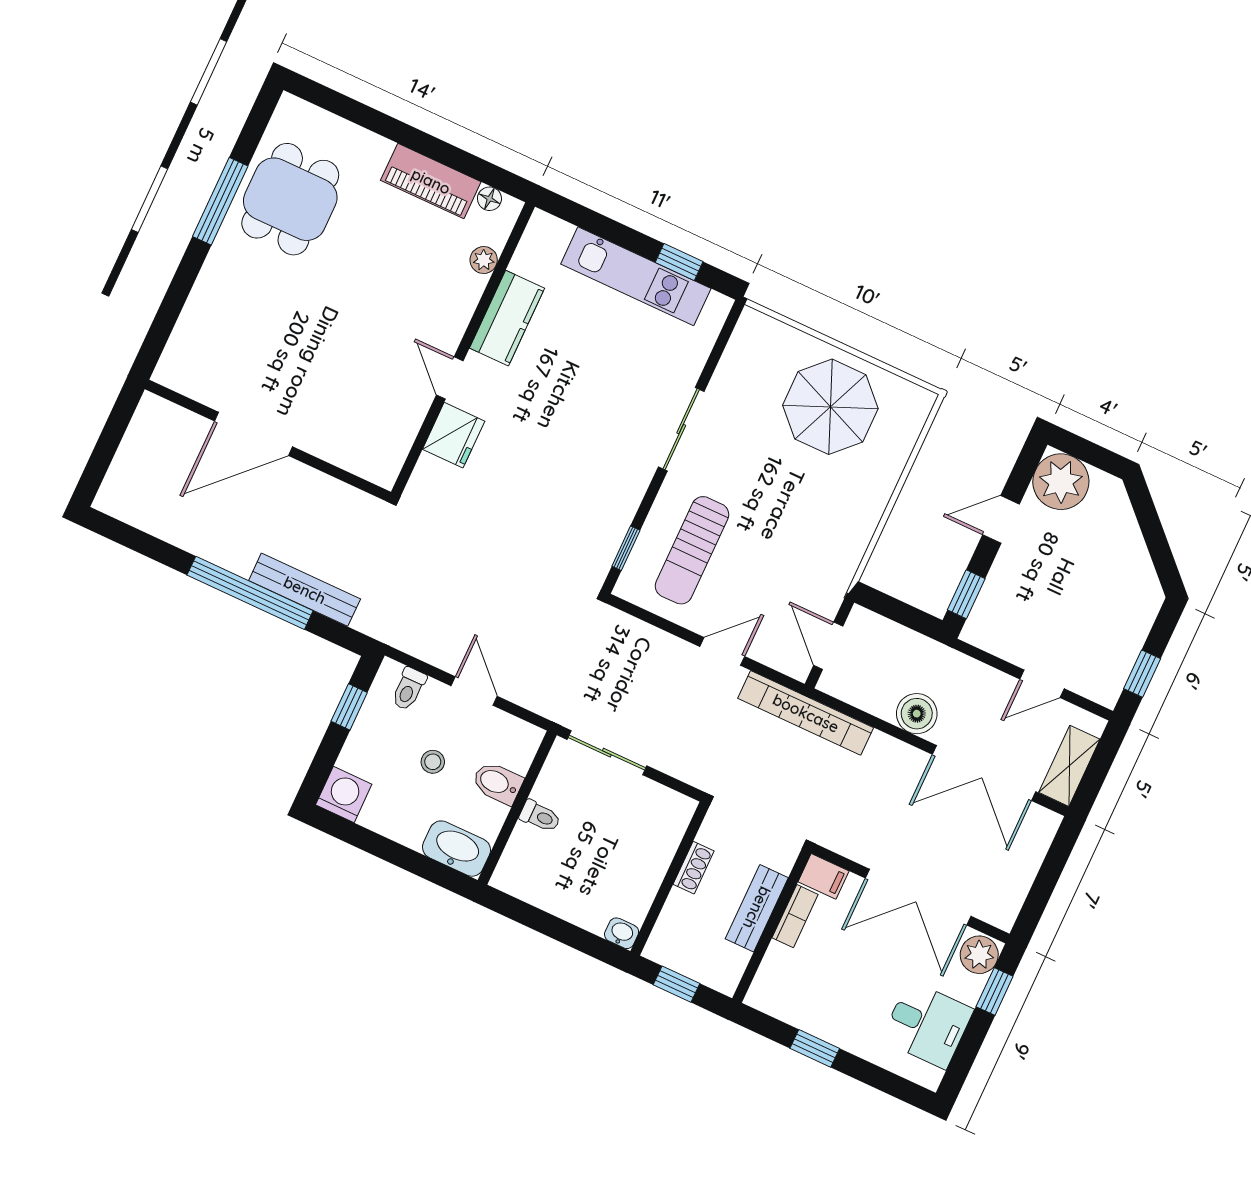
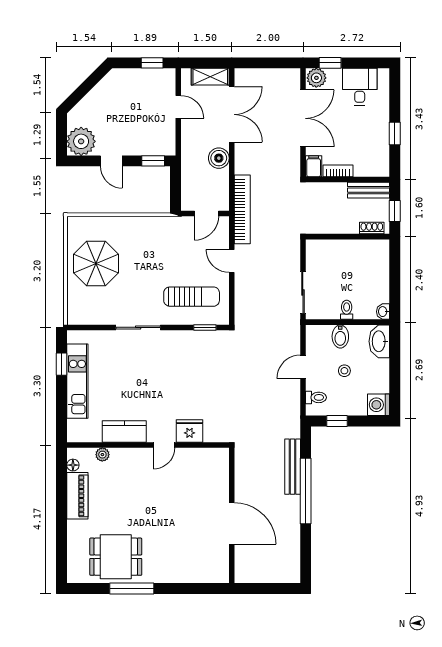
shoe rack: (694, 868) -> (372, 228), moved
bench: (757, 908) -> (368, 190), moved
washbasin: (622, 933) -> (383, 312), moved

